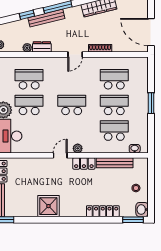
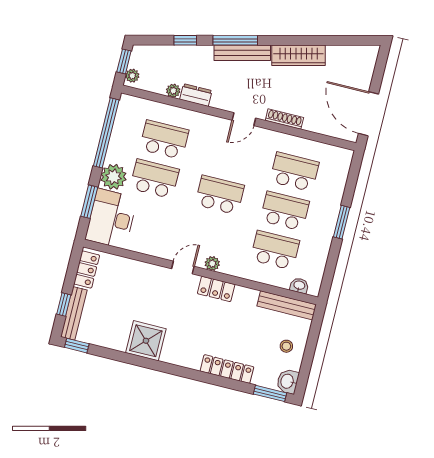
bench: (46, 18) -> (242, 53), moved
bench: (115, 163) -> (287, 305), moved

